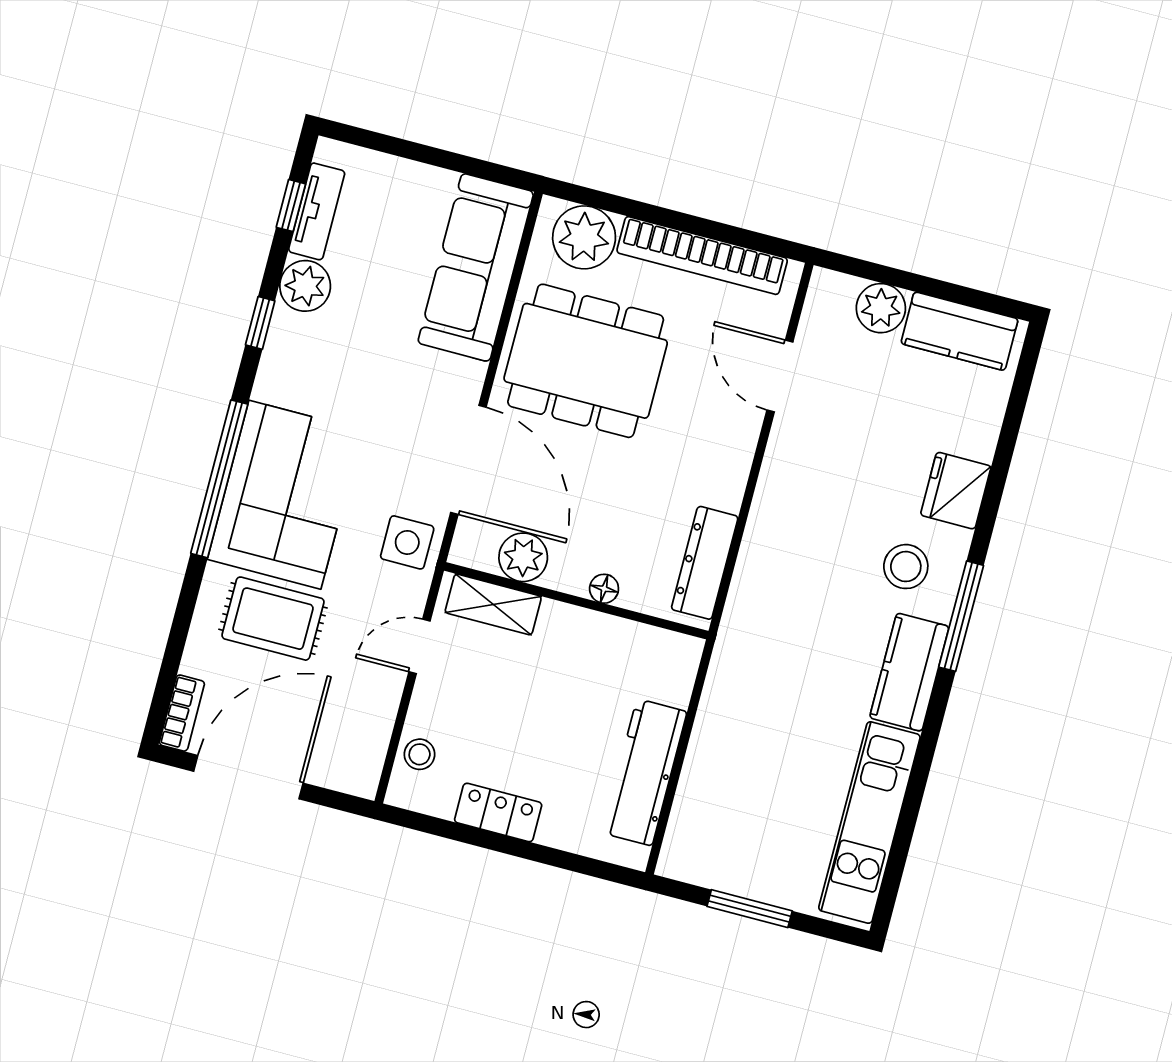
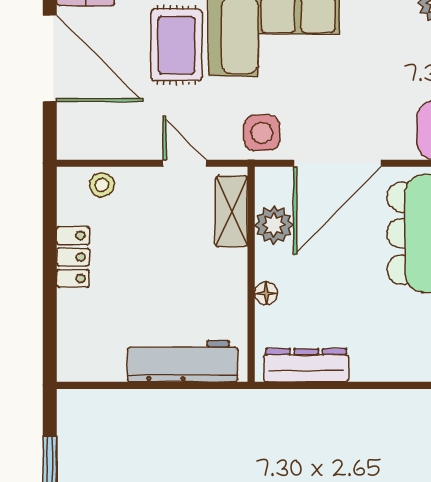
workbench: (644, 772) -> (183, 361), moved

